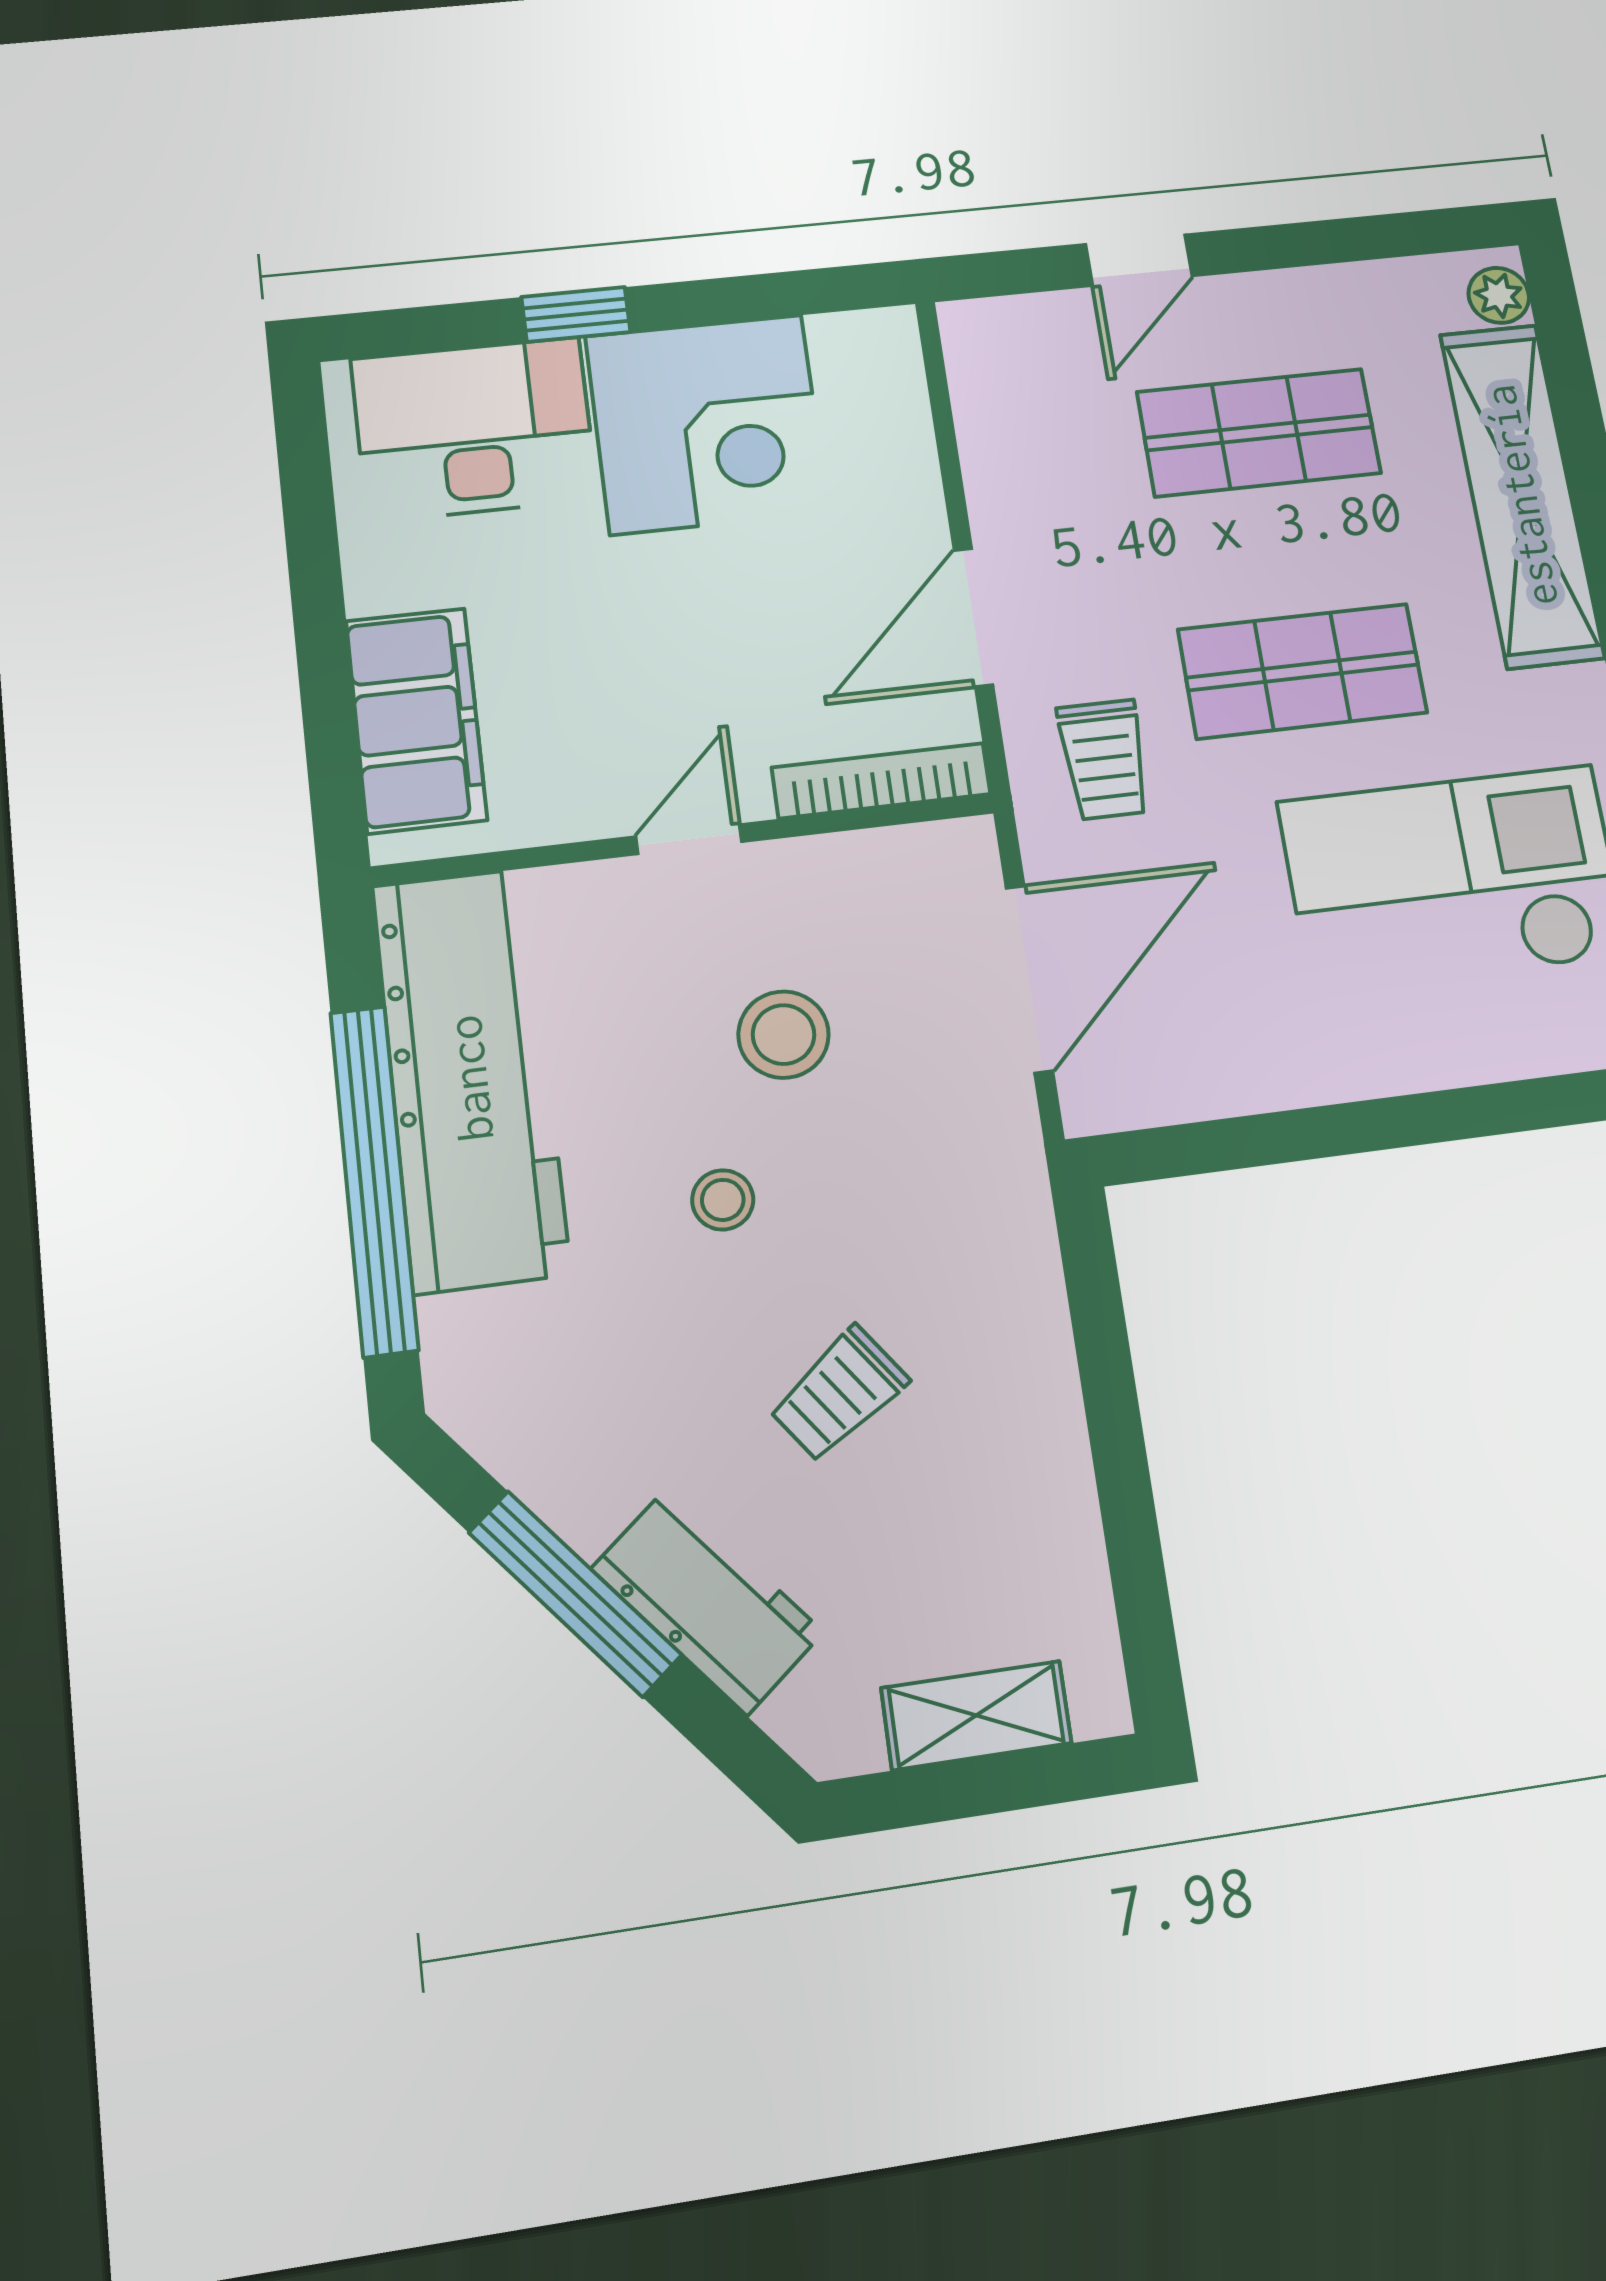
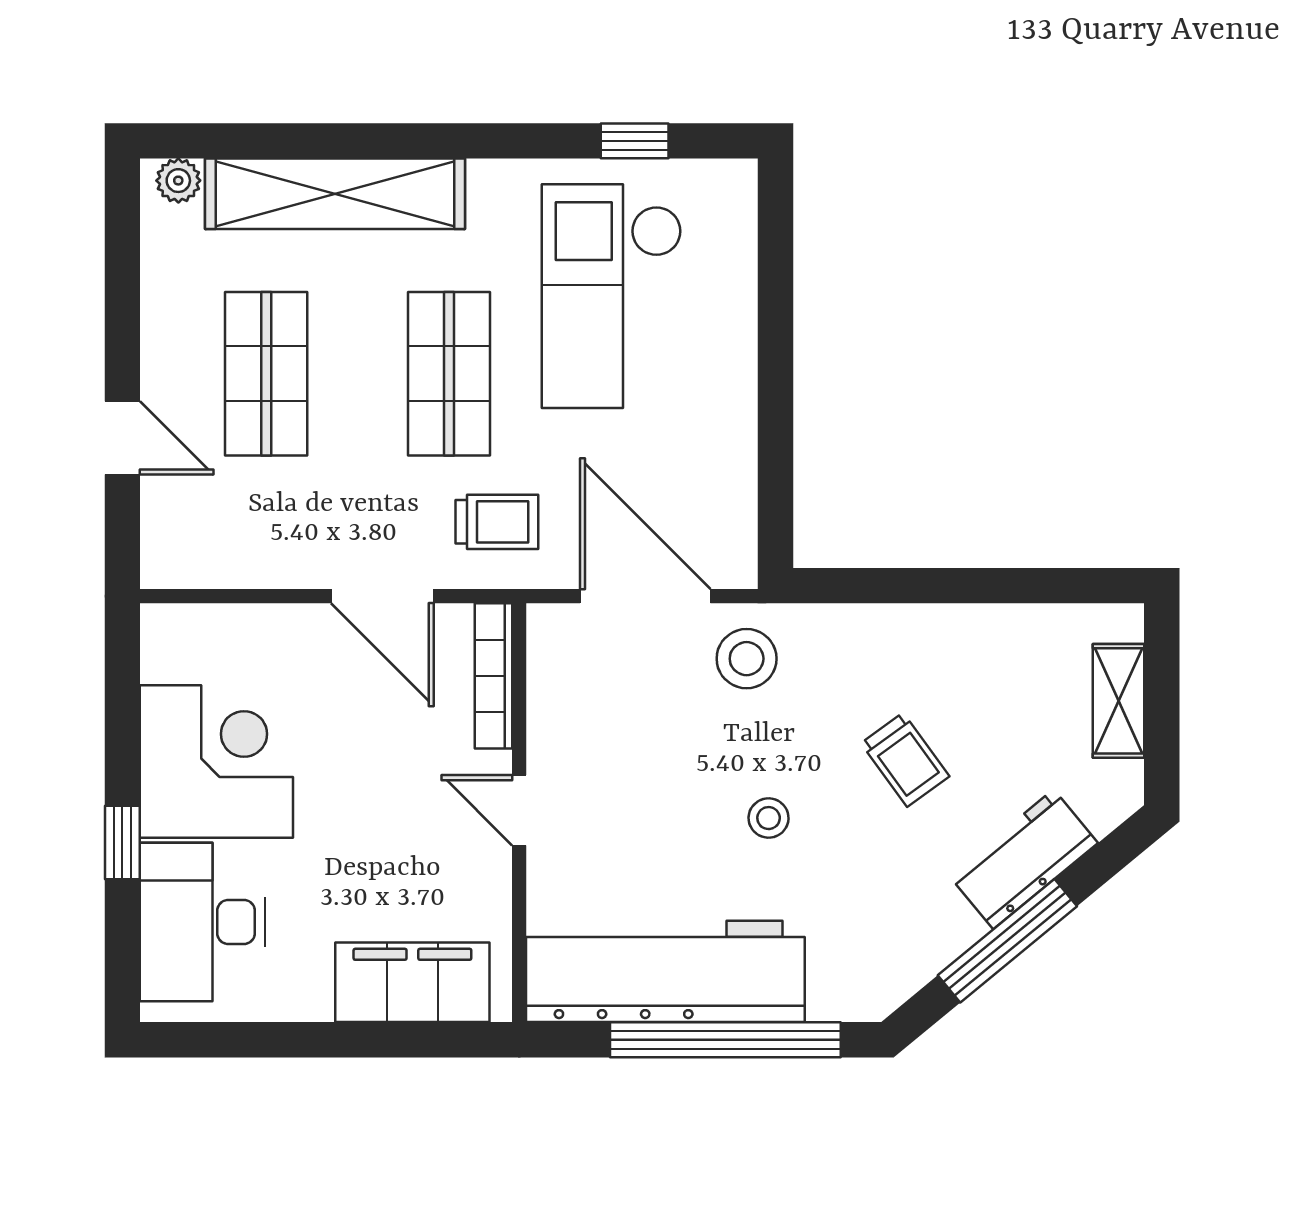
stool: (783, 1035) -> (747, 659), moved

